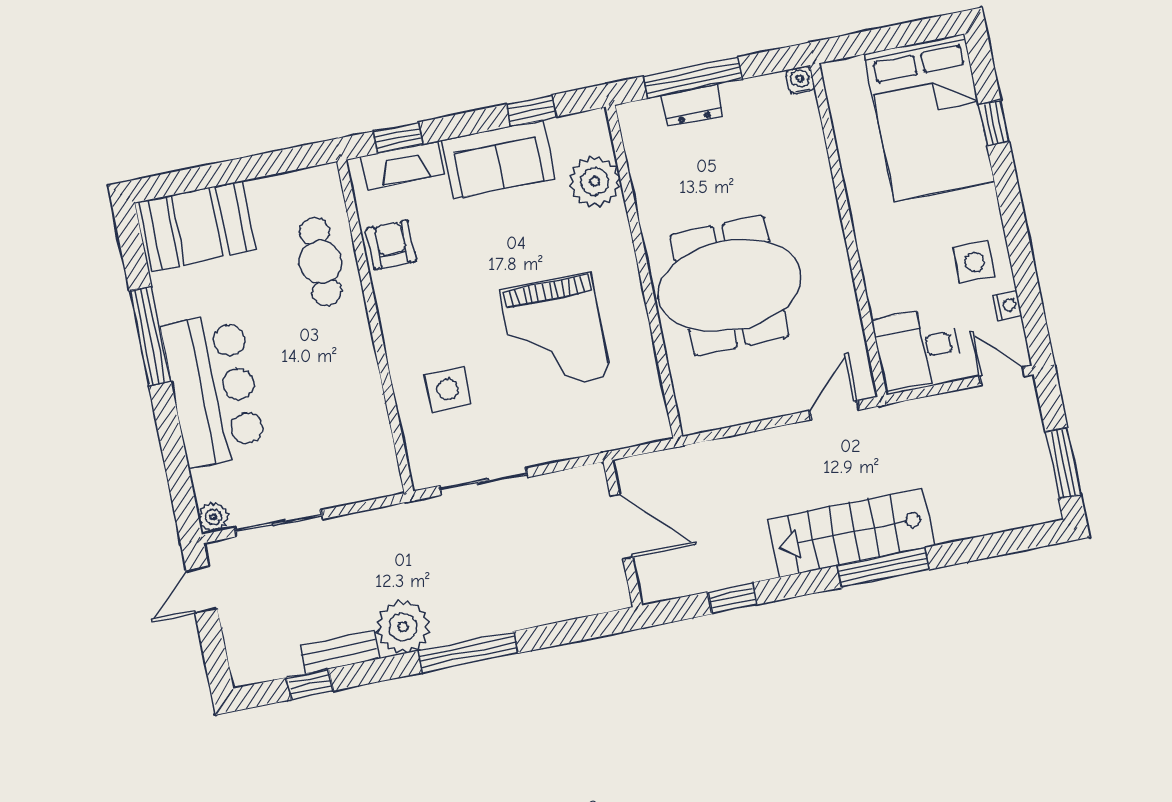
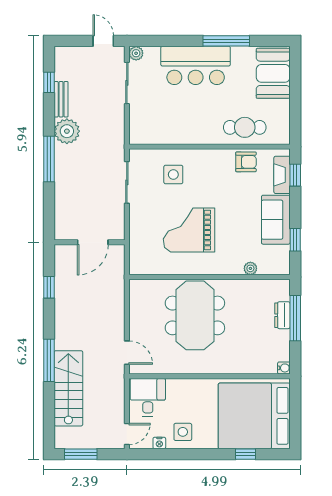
bed: (930, 118) -> (254, 416), width x1.36
plant: (595, 182) -> (250, 268), width x0.53, depth x0.53
stairs: (851, 532) -> (68, 388), moved

